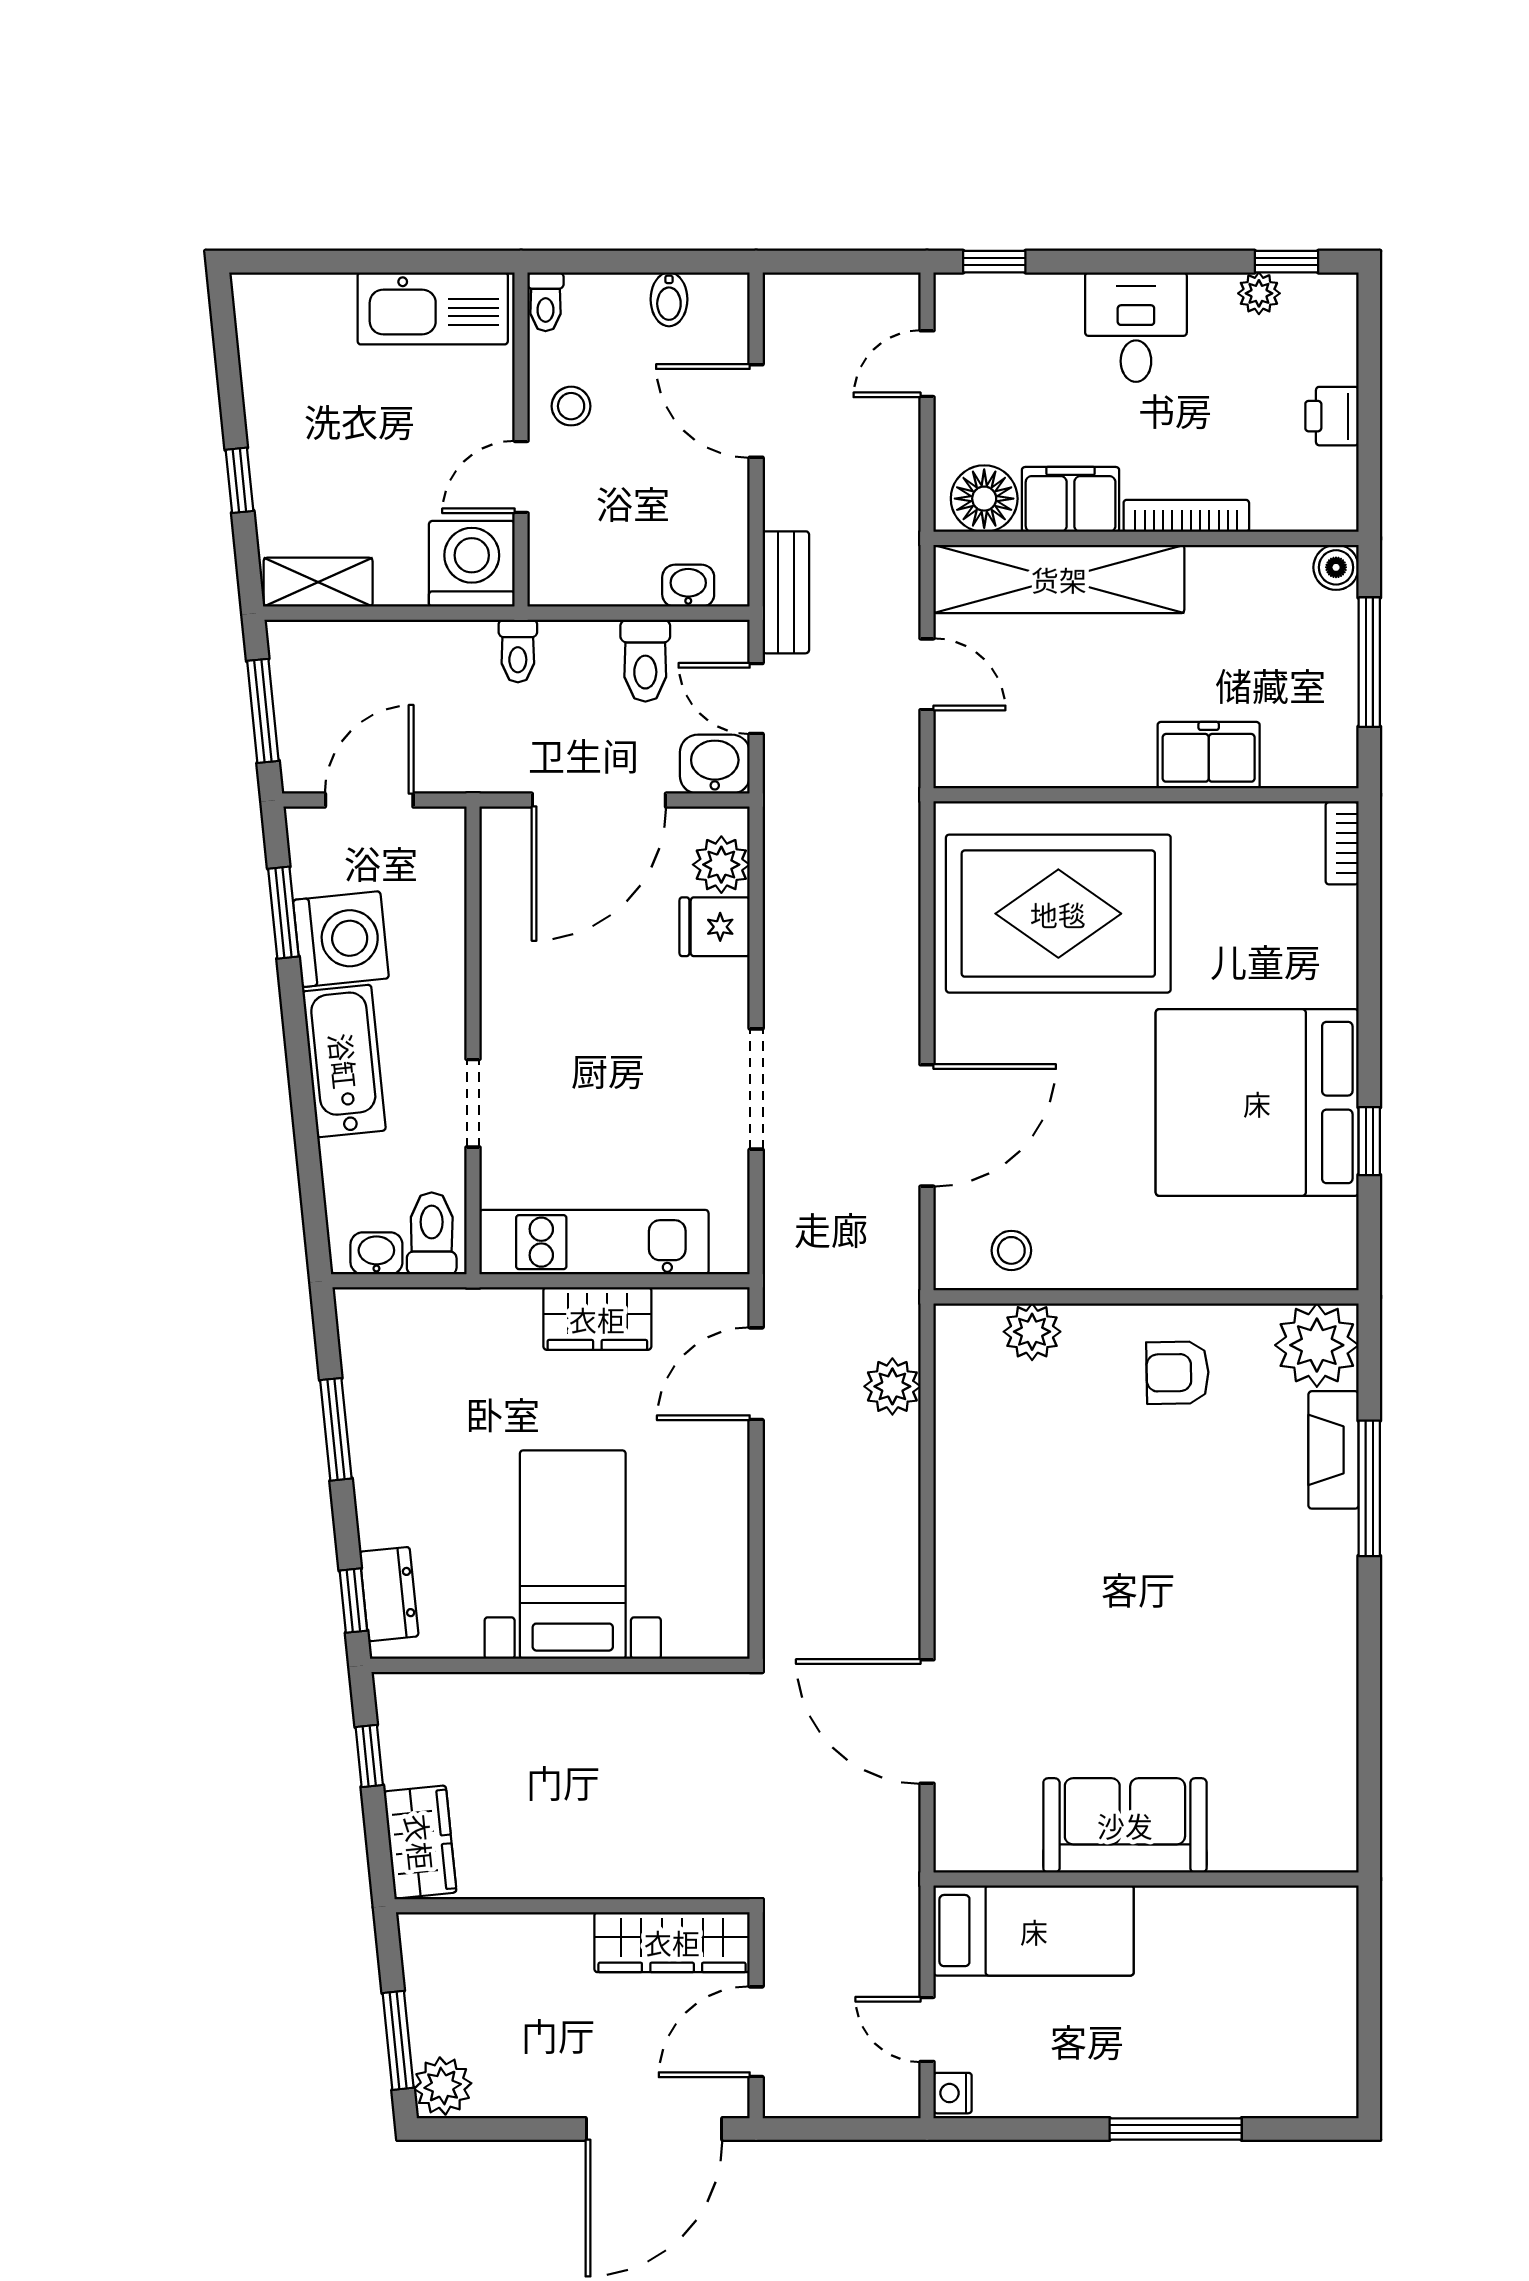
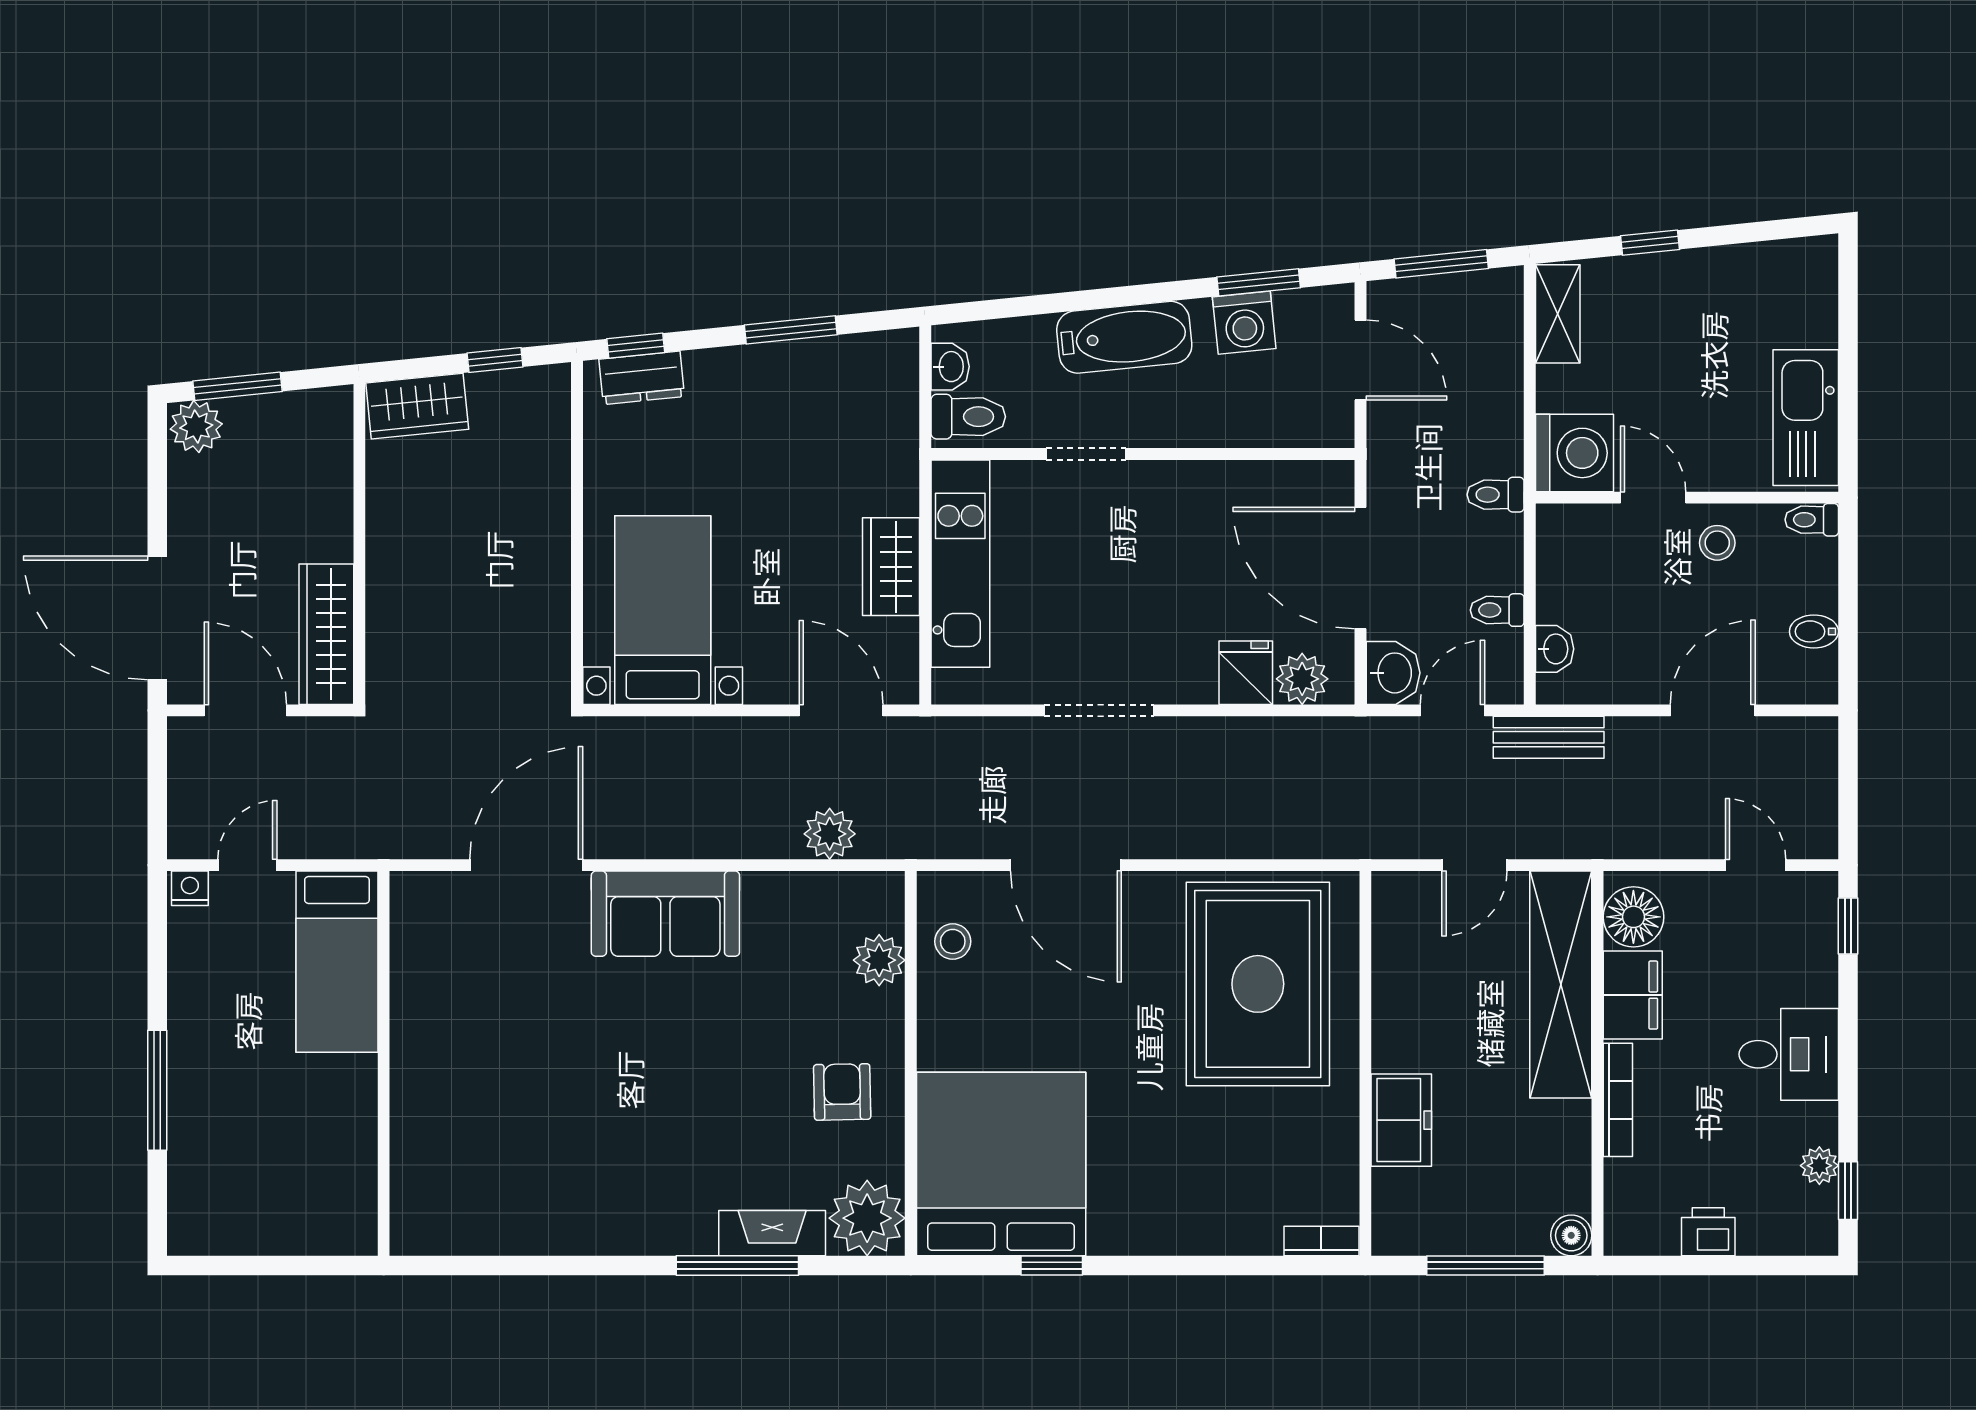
toilet: (645, 661) -> (1497, 610), width x0.73, depth x0.72
washing machine: (341, 939) -> (1244, 323), width x0.73, depth x0.73
bed: (1257, 1103) -> (1001, 1164), moved
bed with nightstands: (573, 1555) -> (663, 610), moved, turned -90
sofa: (1125, 1825) -> (665, 914), moved, turned 90

